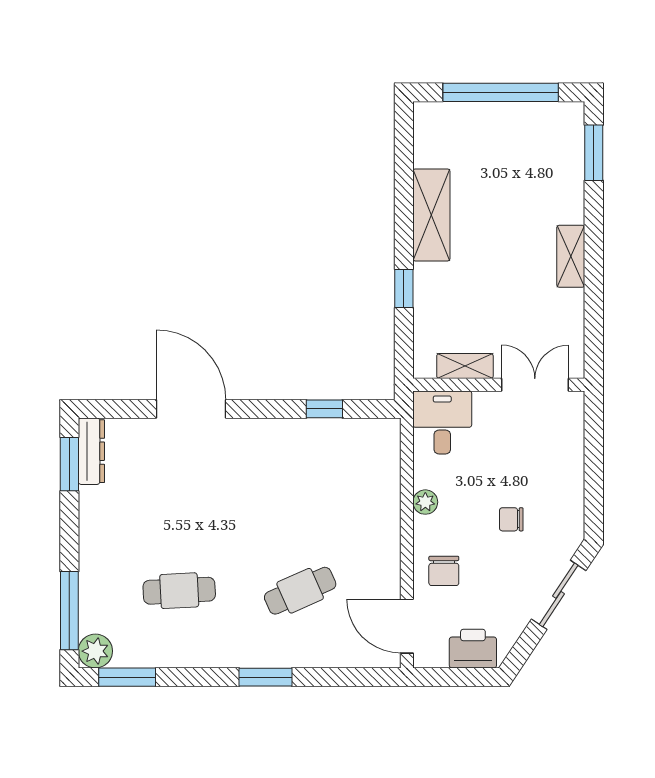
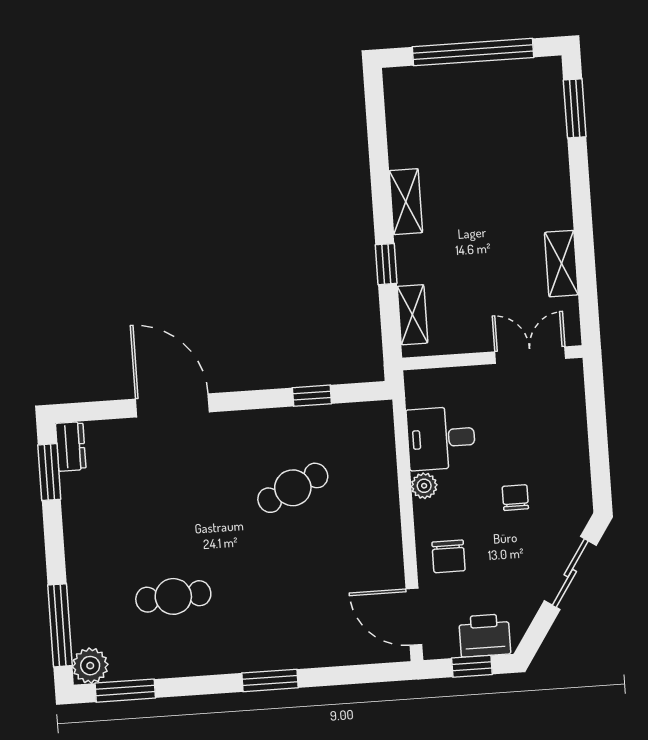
shelving: (431, 215) -> (406, 202), width x0.67, depth x0.75
shelving: (571, 256) -> (561, 264), moved
shelving: (465, 366) -> (412, 315), moved, turned 90
desk: (442, 422) -> (441, 438), moved, turned -90
dresser: (91, 451) -> (71, 446), width x0.70
chair: (511, 519) -> (515, 498), turned 90
cafe table: (300, 591) -> (293, 488), moved
window: (459, 677) -> (472, 666), added

